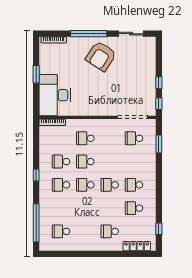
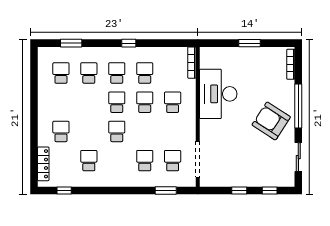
desk: (55, 95) -> (218, 94), moved, turned -90
window: (159, 104) -> (270, 191), moved
school desk: (134, 185) -> (145, 161), moved
school desk: (61, 208) -> (89, 73), added
window: (36, 223) -> (71, 43), width x0.47

